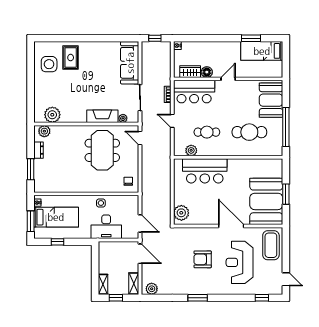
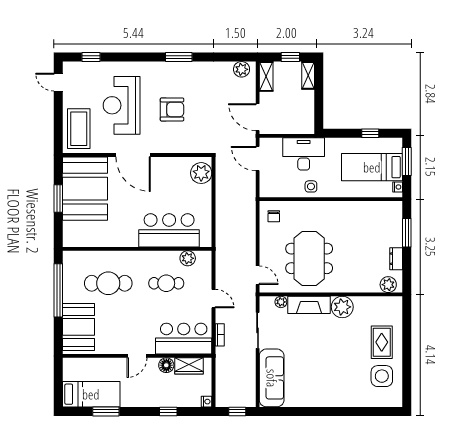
window: (205, 38) -> (168, 411), added
rug: (71, 58) -> (382, 342), moved
plant: (52, 115) -> (342, 307), moved
reception desk: (240, 262) -> (122, 105), turned 180

